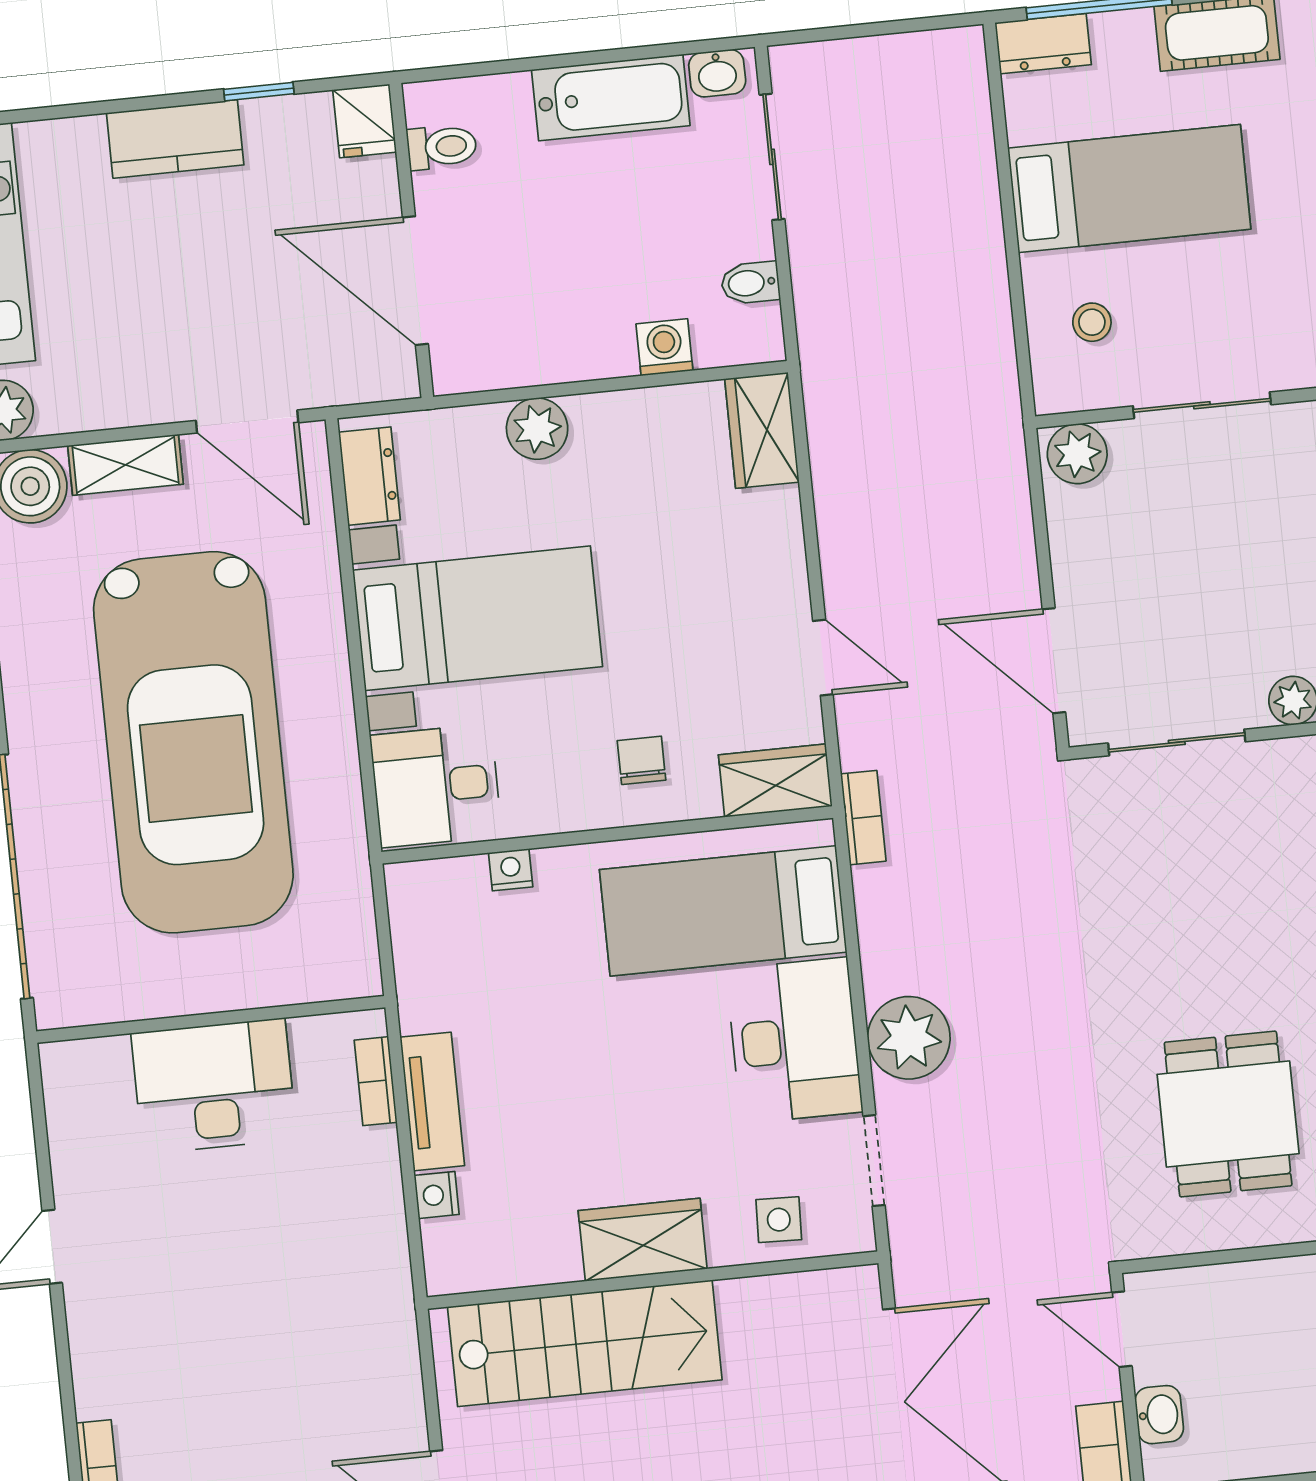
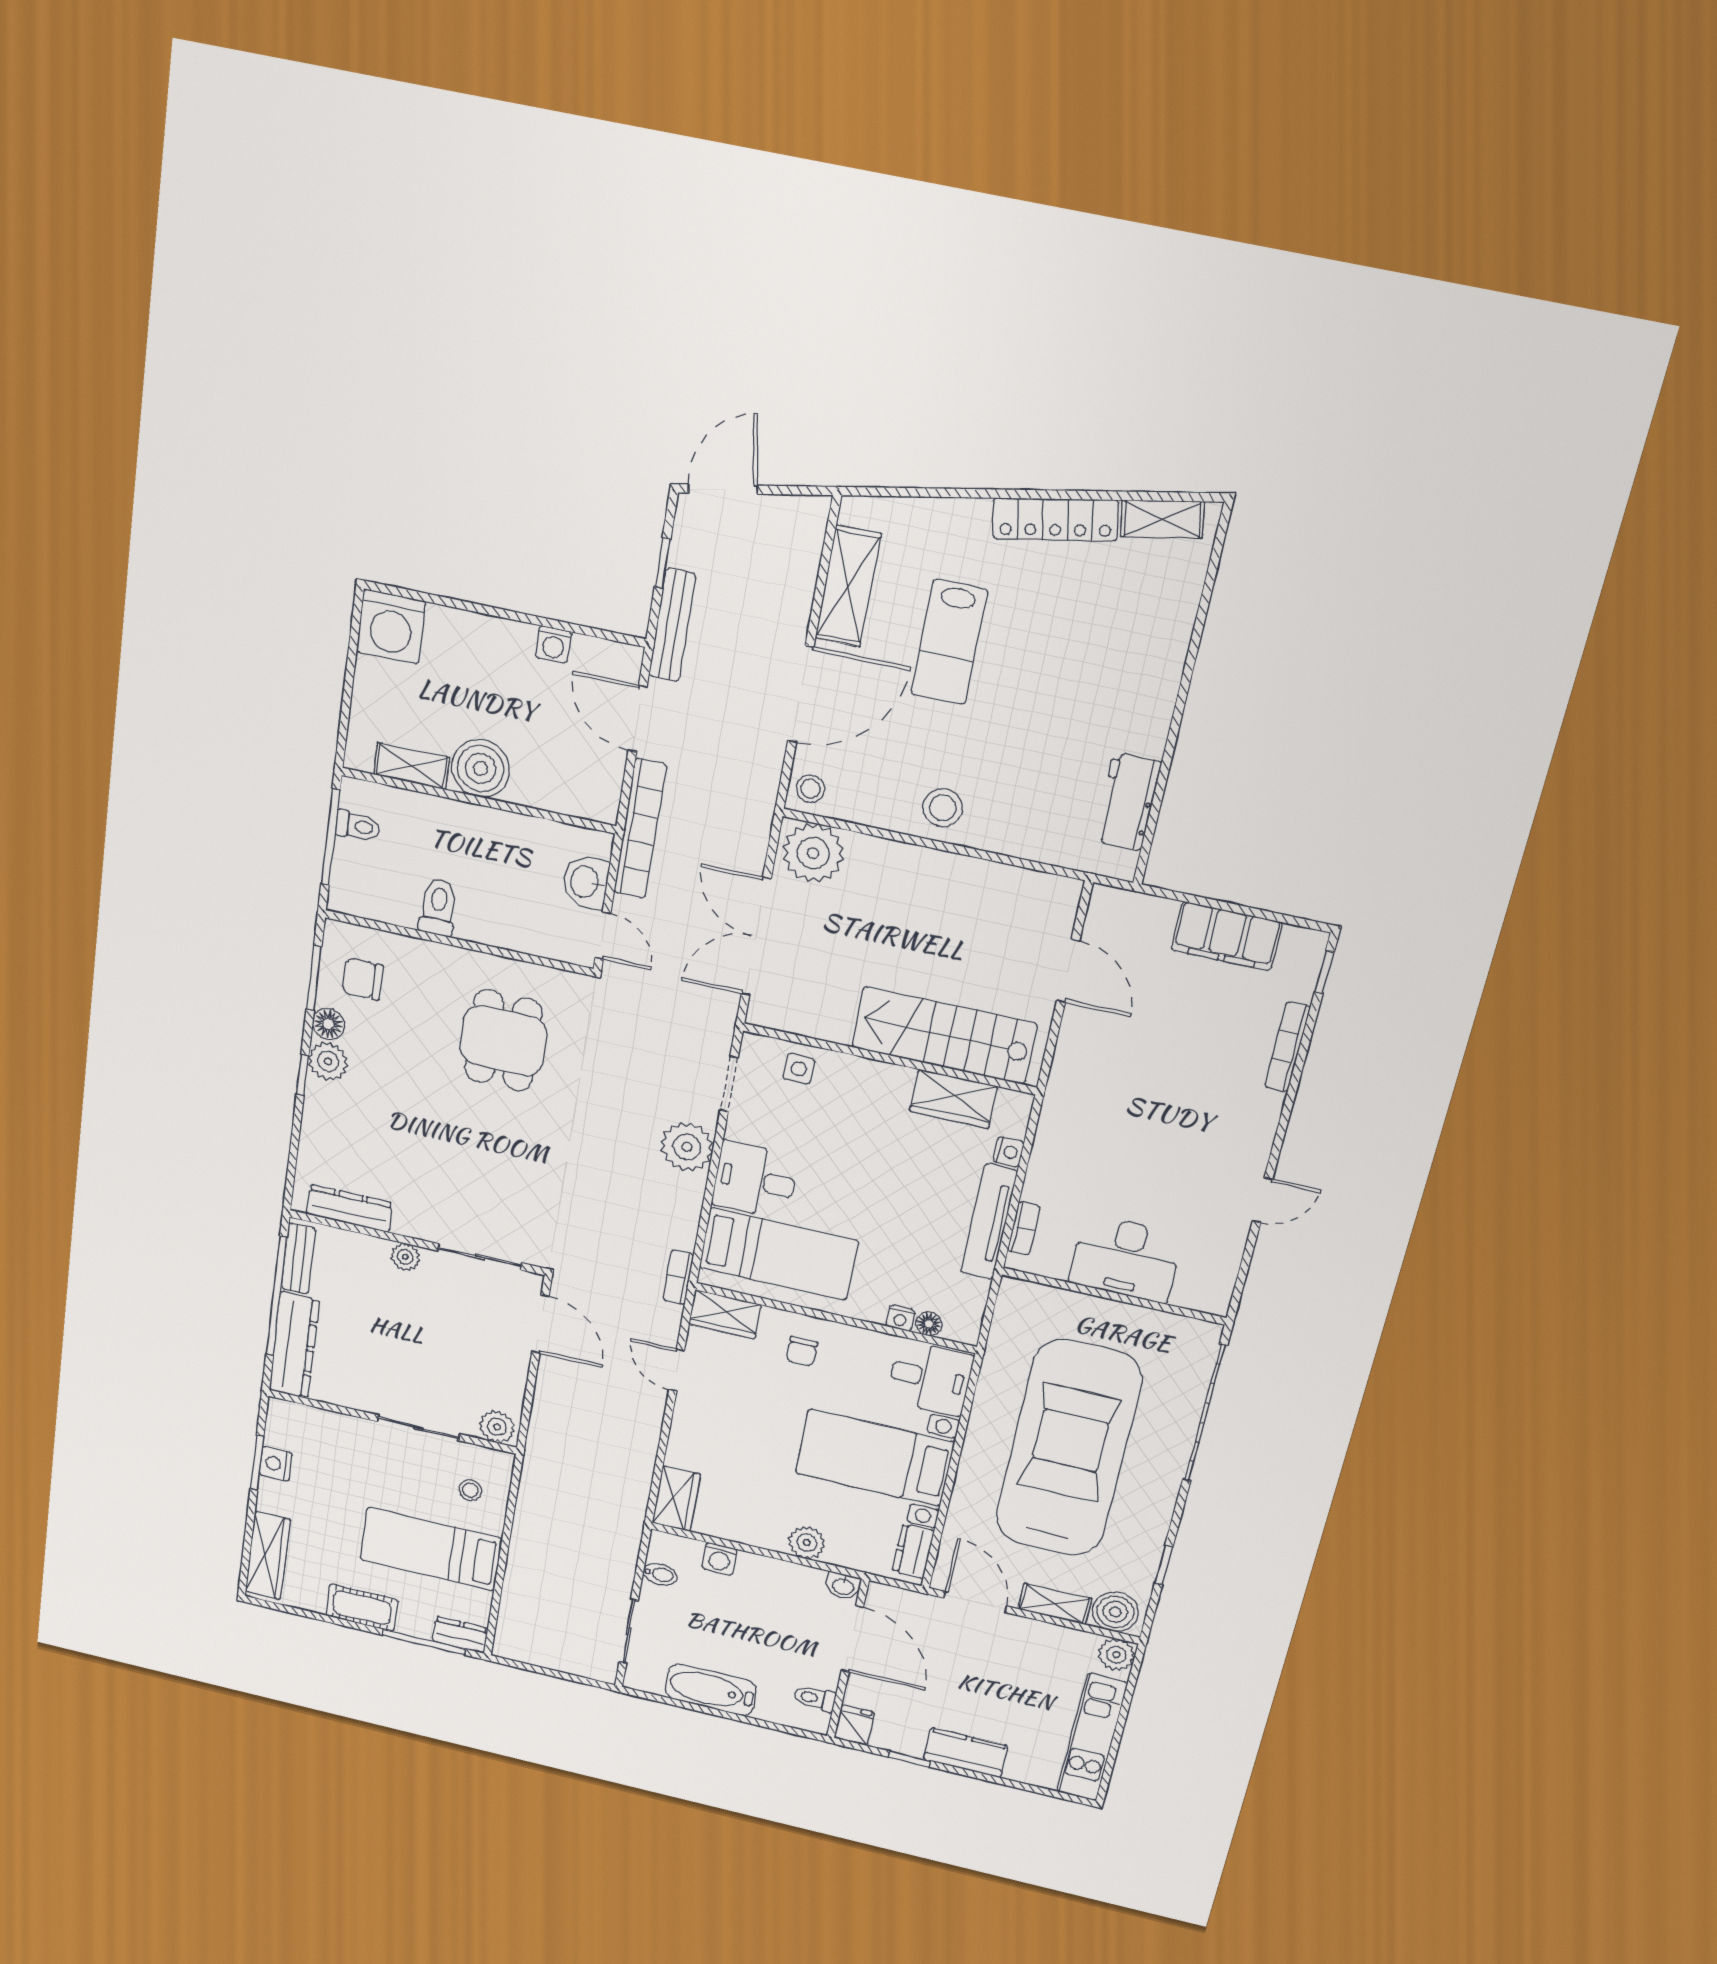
washbasin: (717, 73) -> (843, 1586), moved, turned 180
floor lamp: (466, 876) -> (929, 1324), added
desk: (794, 1040) -> (755, 1180), width x0.73
tv unit: (432, 1101) -> (989, 1222), width x1.41
wardrobe: (643, 1240) -> (954, 1099), moved
washbasin: (1159, 1415) -> (586, 882), width x1.38, depth x1.45

